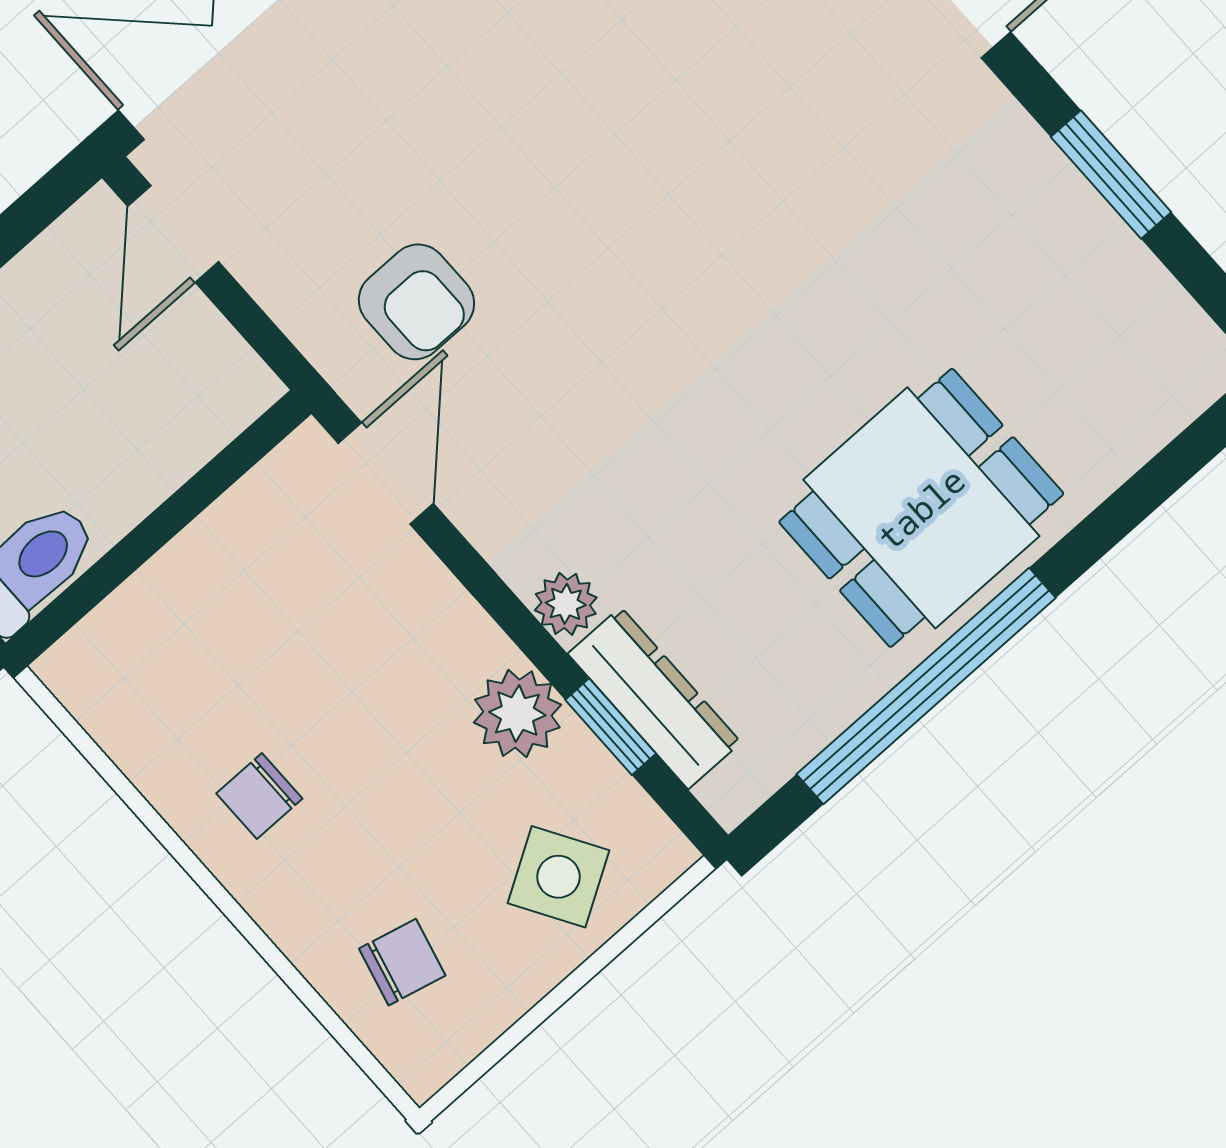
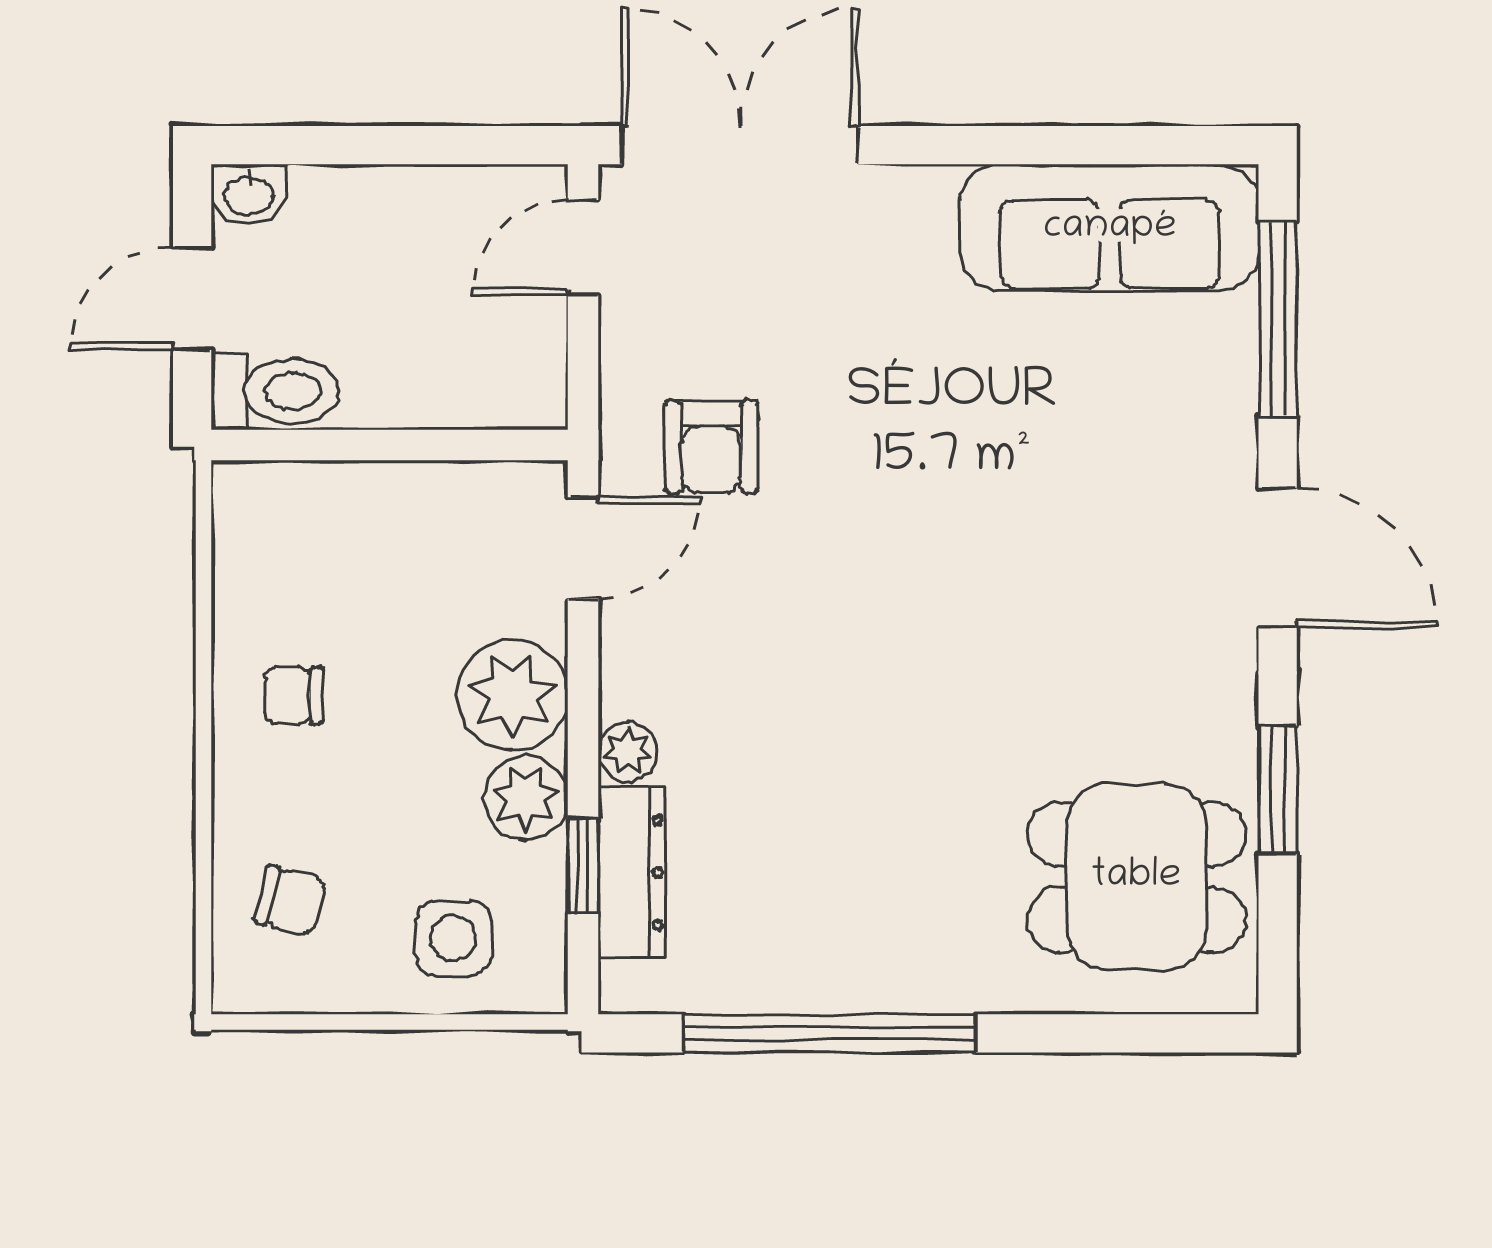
dining table: (921, 508) -> (1136, 877), moved
plant: (434, 641) -> (513, 695), added
side table: (558, 877) -> (453, 938), turned 31

